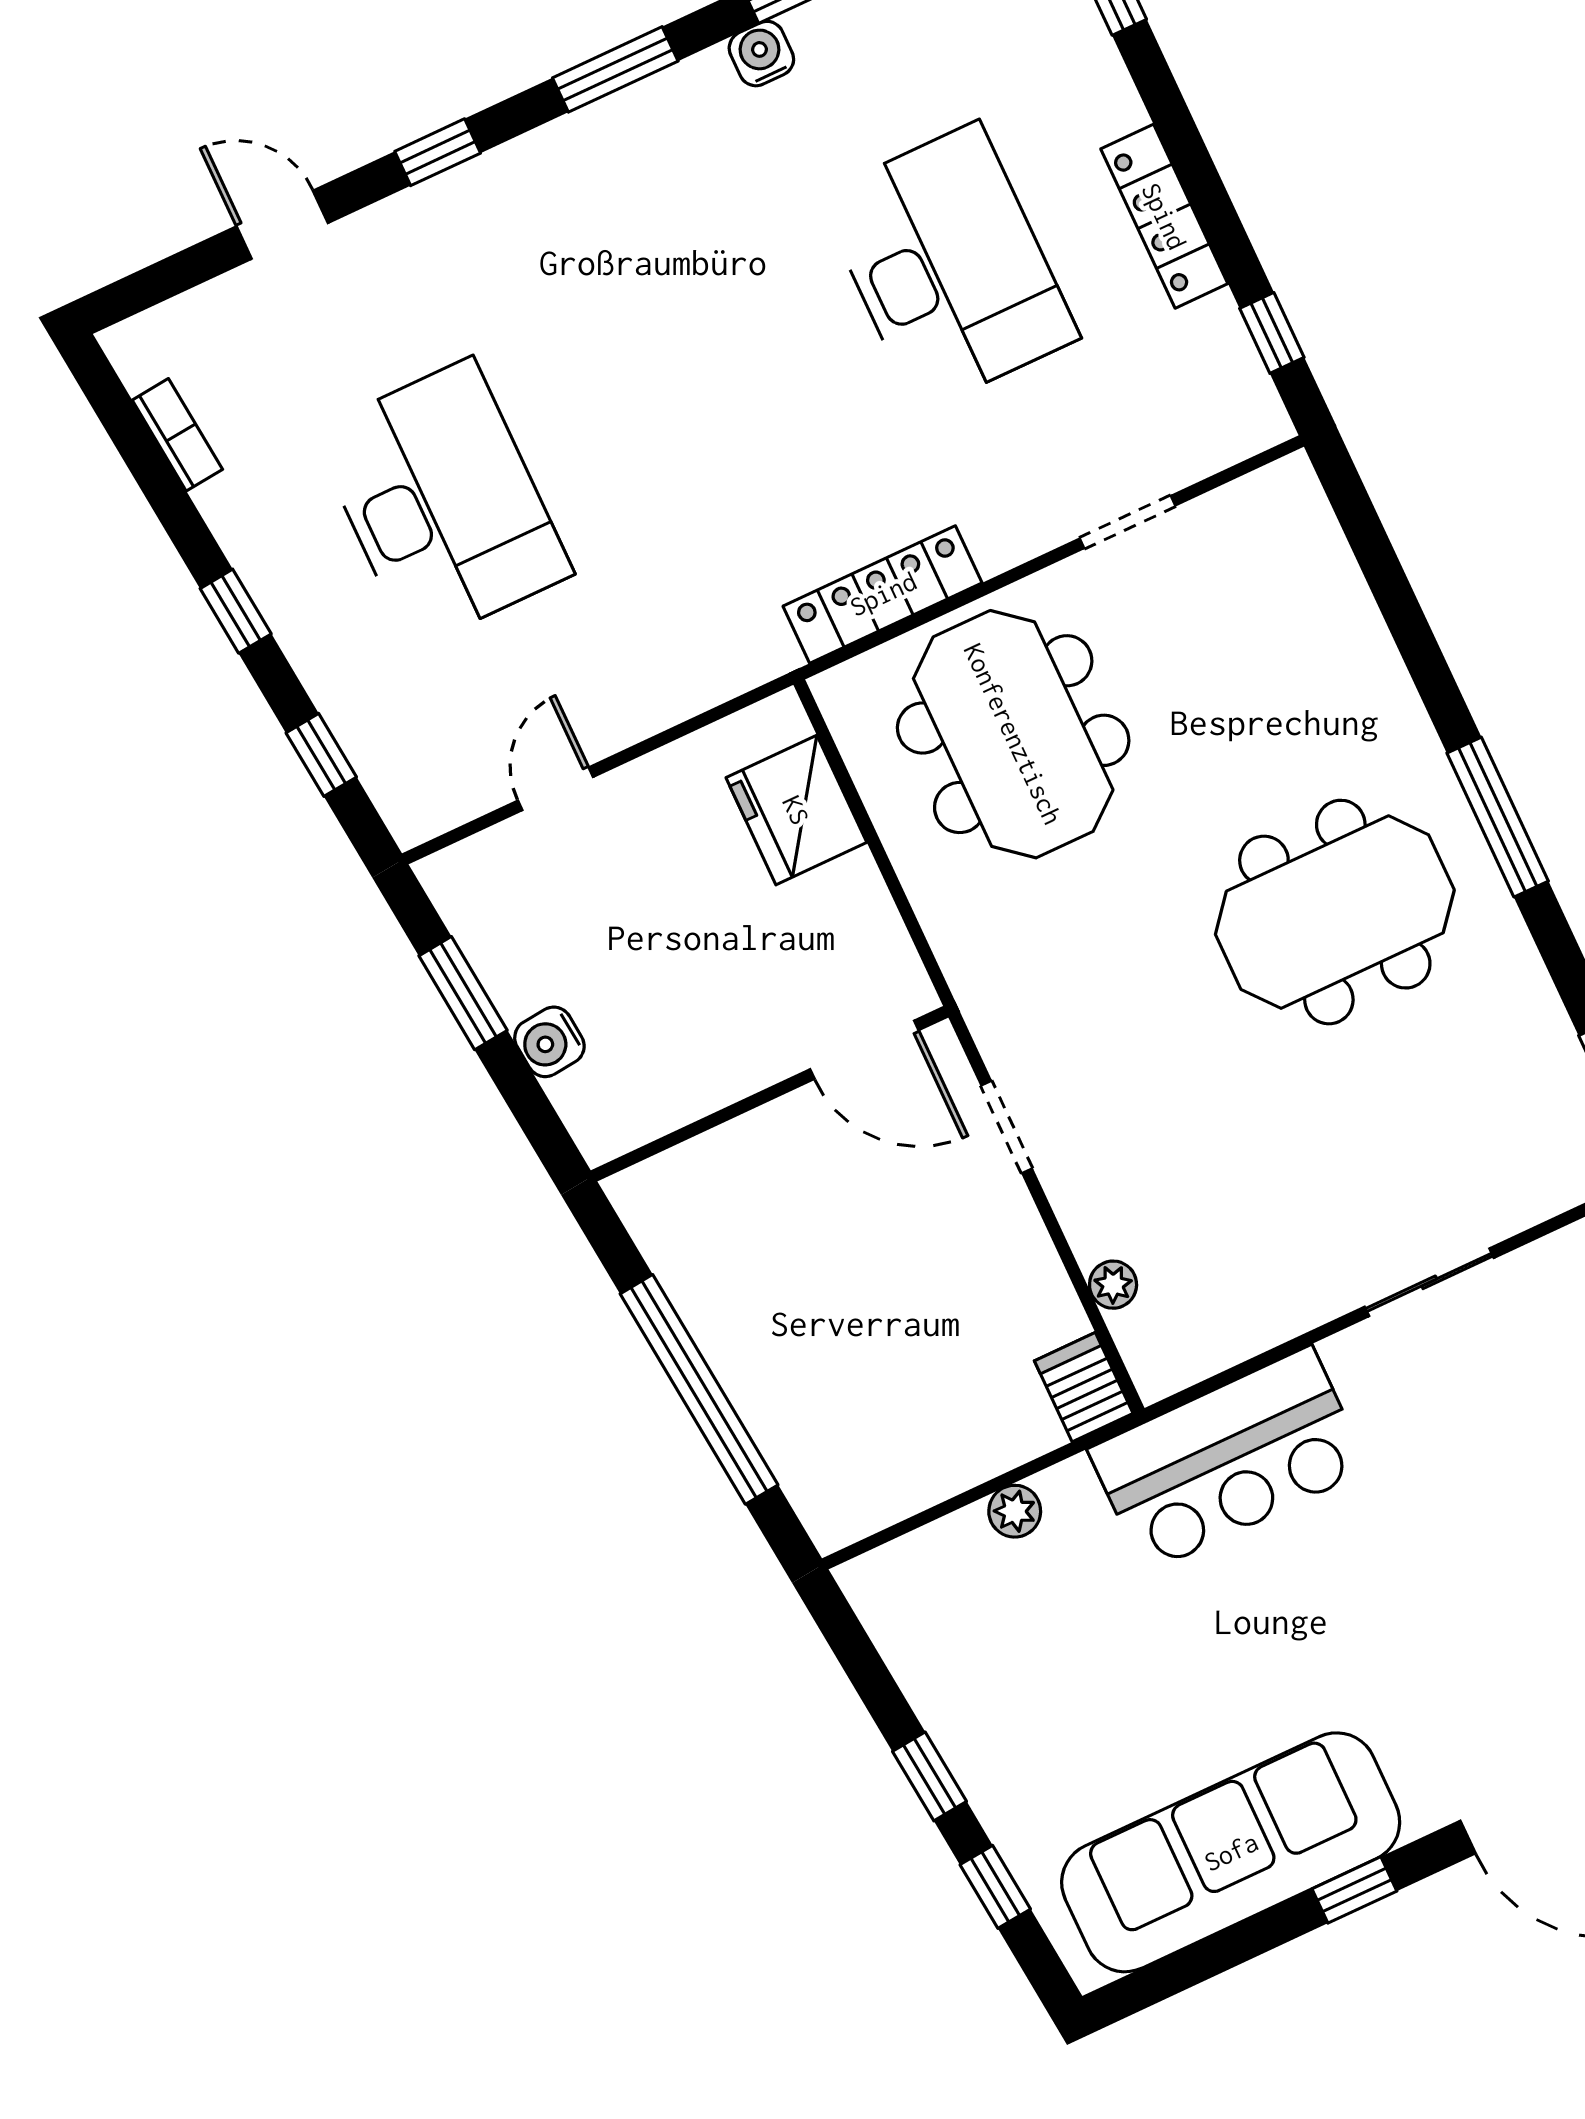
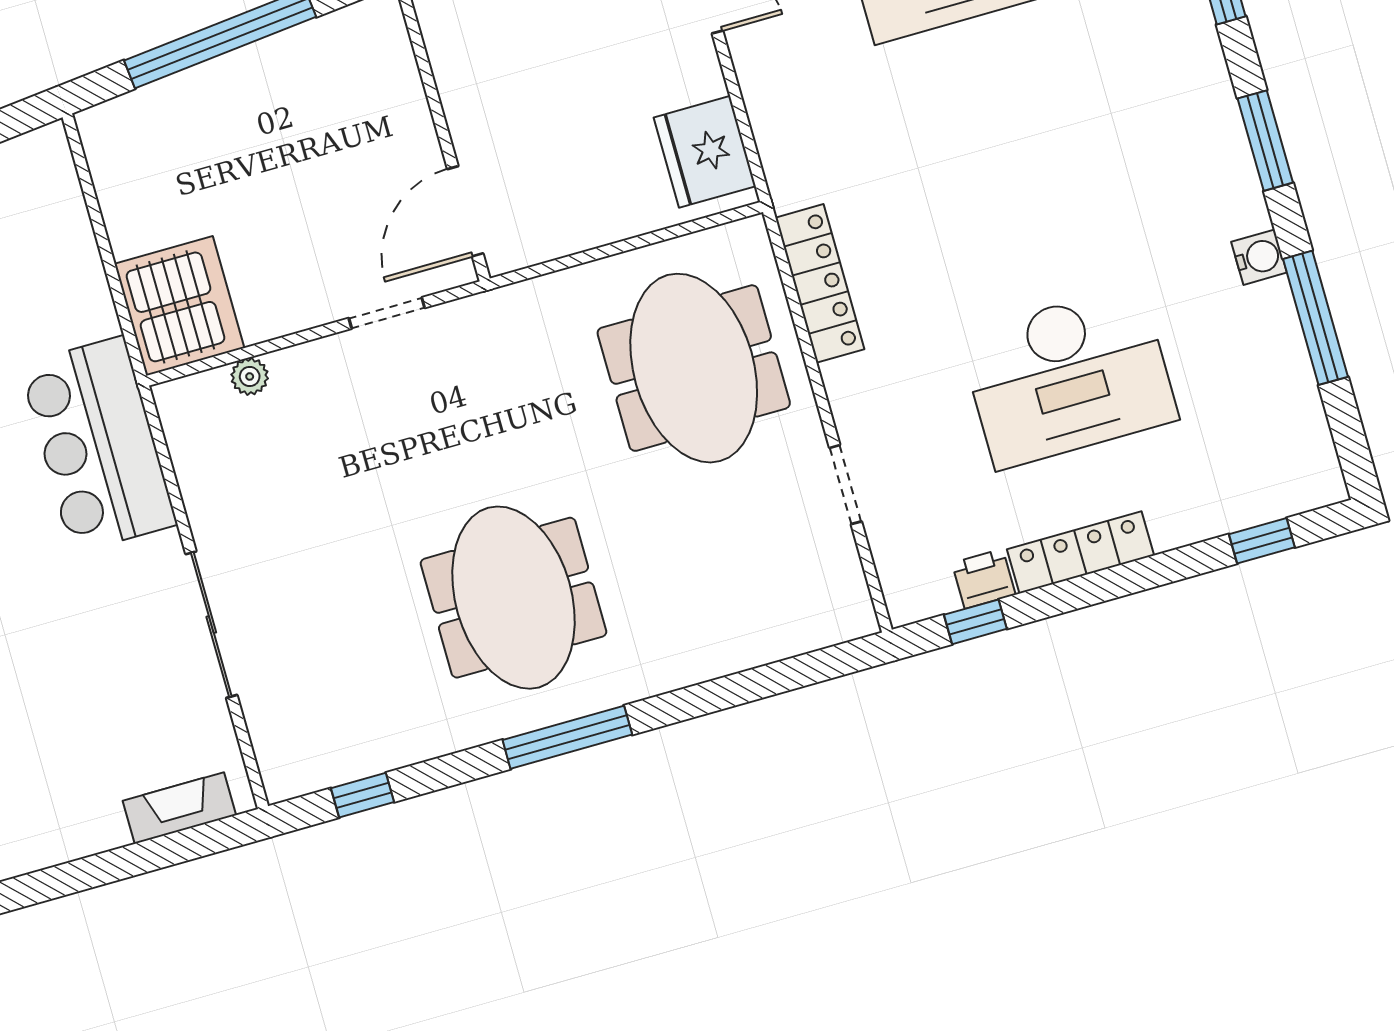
printer: (1217, 331) -> (984, 579), added
meeting table: (1013, 734) -> (694, 368), turned 90
fridge: (796, 810) -> (705, 152), moved, turned -90
sliding door: (1429, 1282) -> (211, 625), width x1.37
server rack: (1084, 1387) -> (179, 306), width x2.18, depth x1.44
plant: (1015, 1511) -> (85, 271), removed

